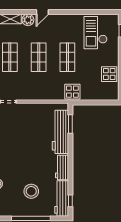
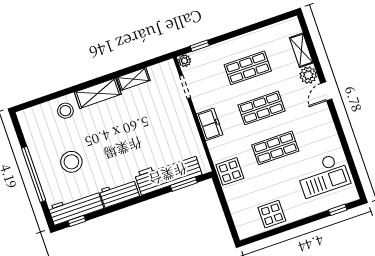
door: (42, 12) -> (326, 91), hinge flipped
checkout: (96, 33) -> (323, 175), turned 180
freezer: (38, 94) -> (210, 124), added

